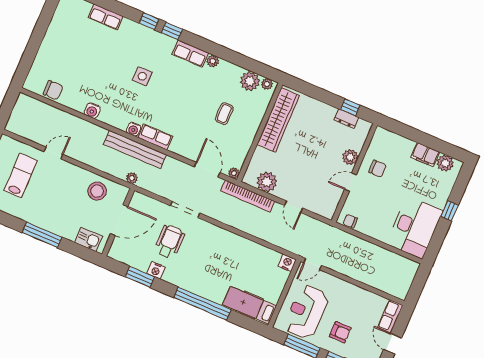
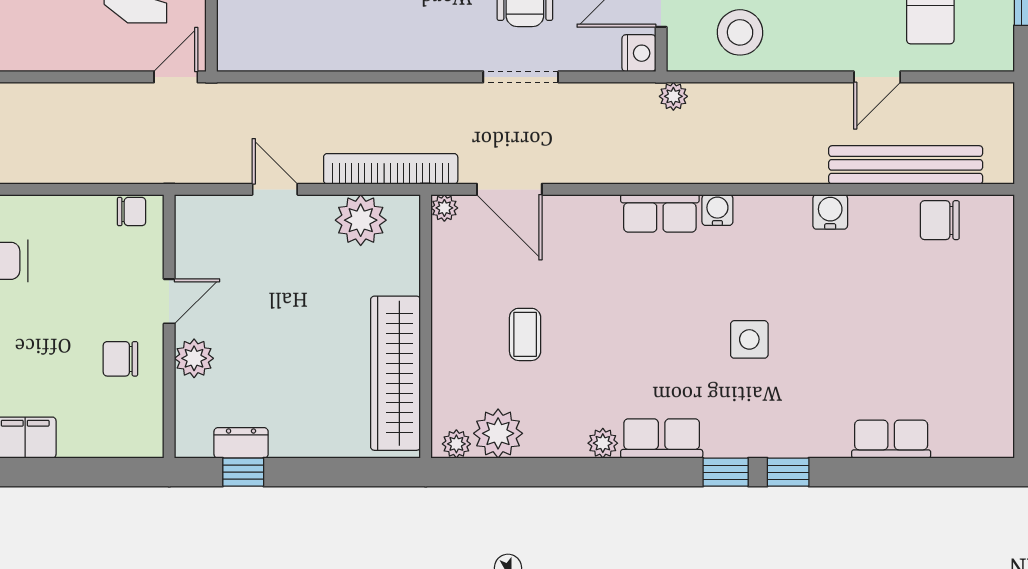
bench: (135, 149) -> (906, 165), moved
nightstand: (287, 263) -> (639, 53), moved, turned -90

